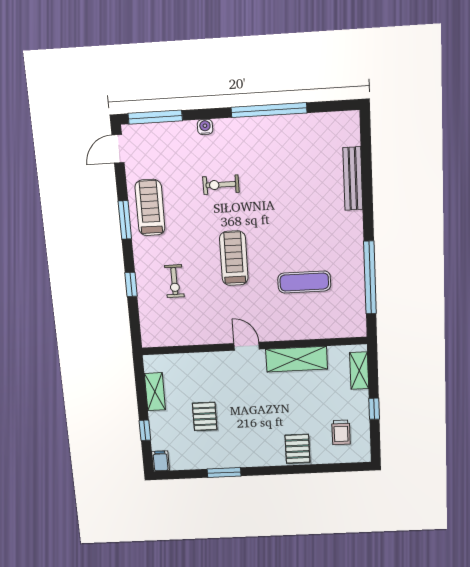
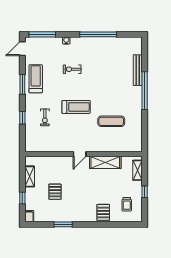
treadmill: (234, 258) -> (76, 107), turned 90
window: (370, 278) -> (145, 91), moved
door: (247, 346) -> (80, 154), swing flipped

